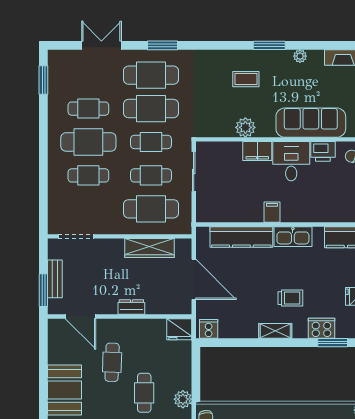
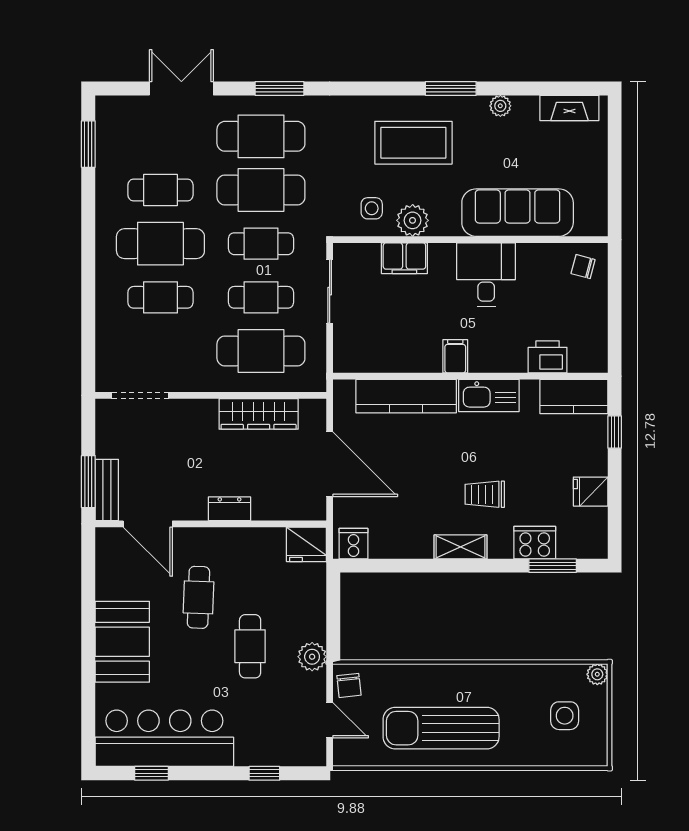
coffee table: (246, 79) -> (413, 143), width x1.86, depth x1.72
side table: (220, 120) -> (372, 208), added
filing cabinet: (257, 151) -> (404, 258), moved
printer: (323, 151) -> (548, 357), moved, turned 180
bench: (55, 279) -> (107, 490), moved
trolley: (290, 298) -> (485, 494), turned 180

